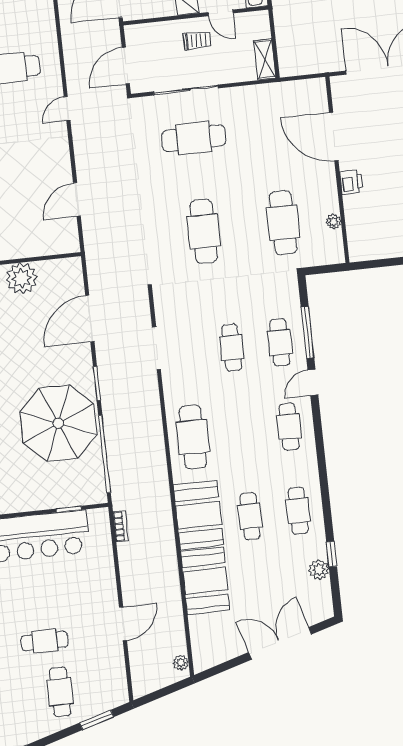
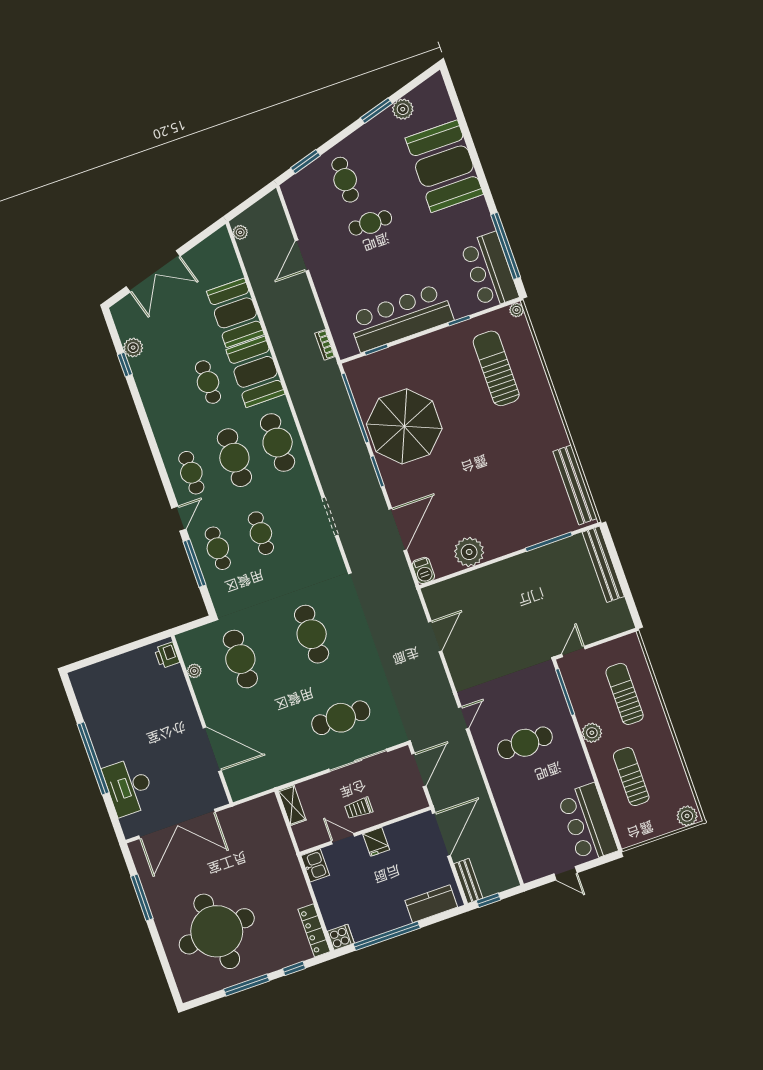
printer: (351, 182) -> (167, 655), moved
barbecue: (73, 270) -> (423, 570), added
cafe table: (298, 511) -> (234, 458), moved, width x1.37, depth x1.35

